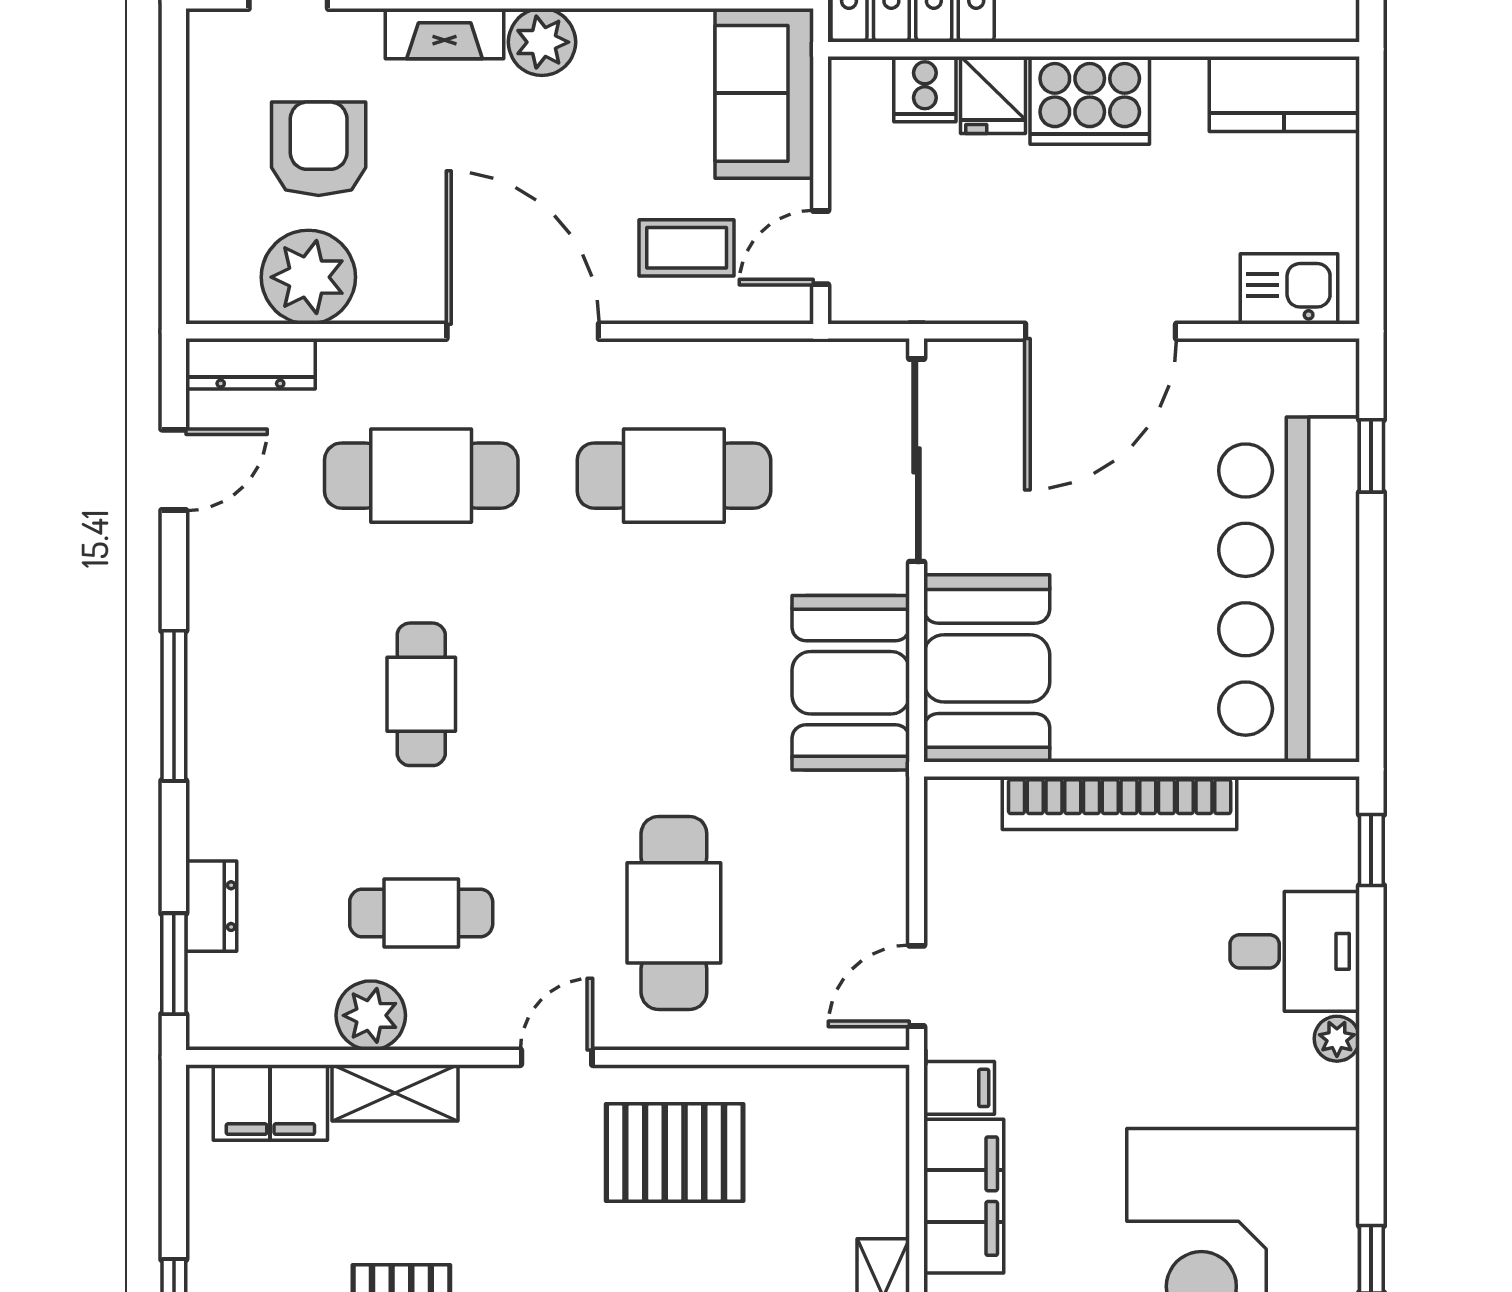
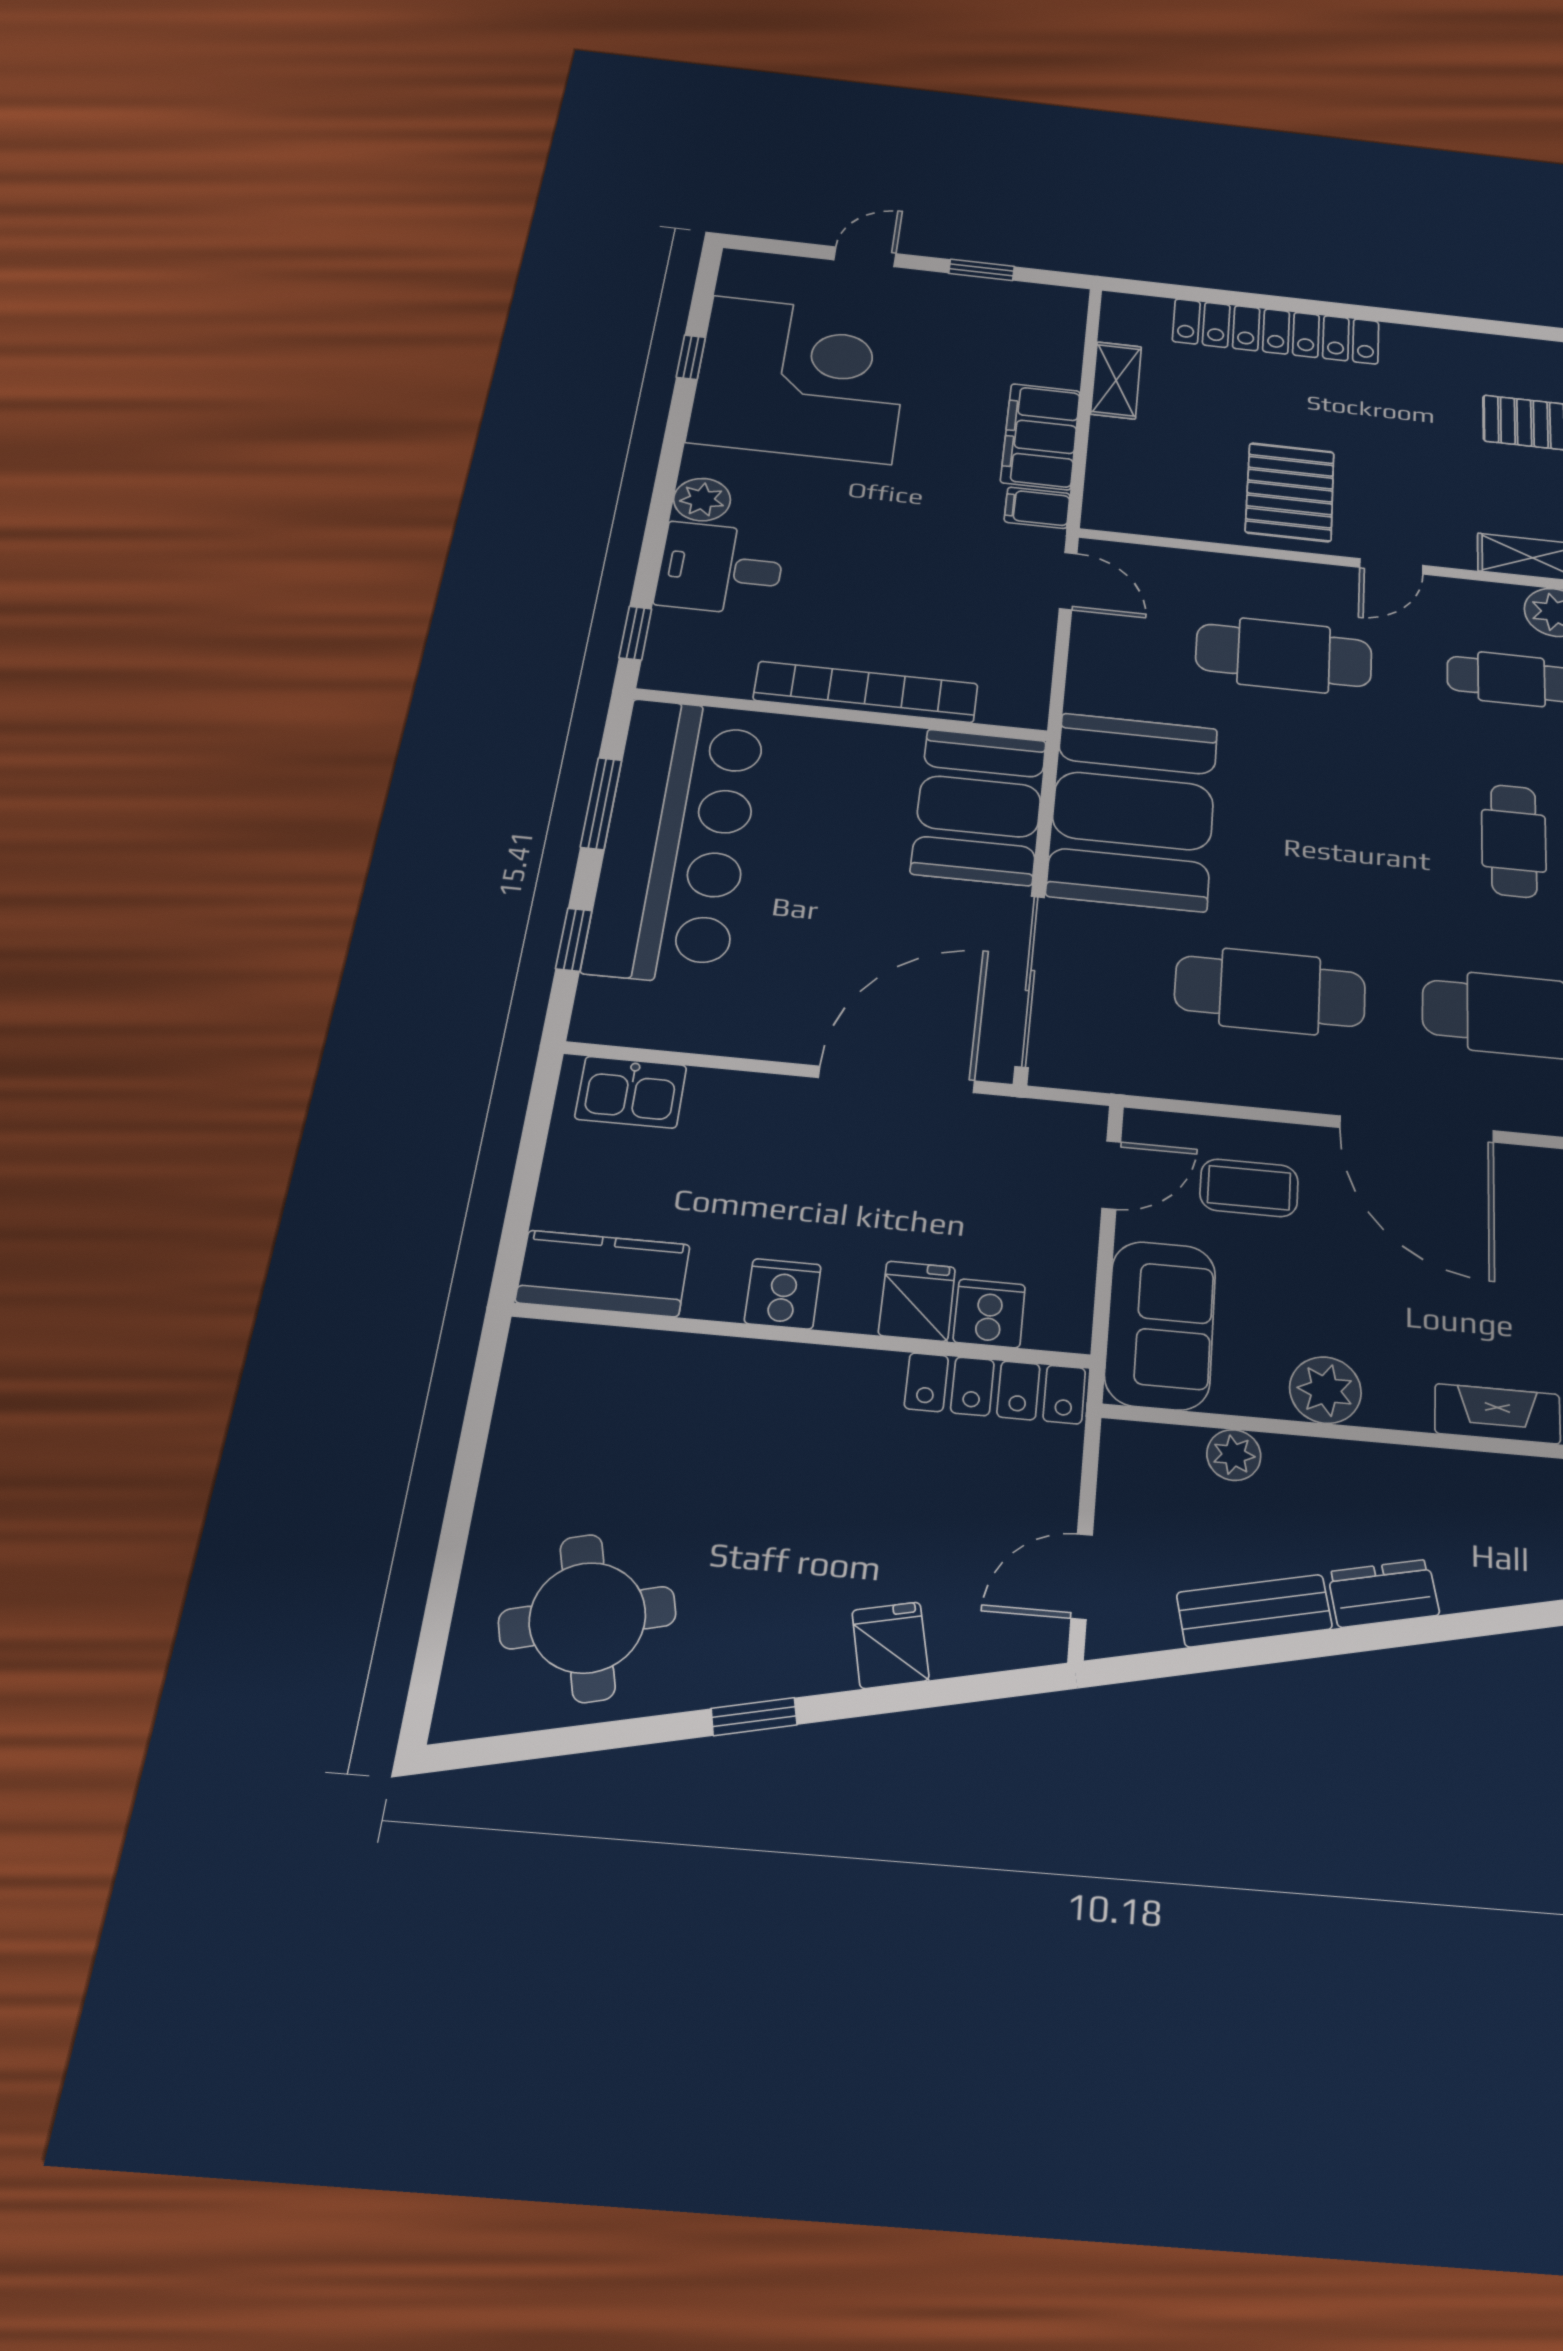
plant: (542, 42) -> (1325, 1390), moved
cooker: (1090, 100) -> (783, 1294), width x0.53, depth x0.76
door: (1101, 331) -> (897, 1079), moved
window: (1371, 624) -> (601, 803), added
booth: (851, 683) -> (1133, 811), width x1.36, depth x1.42
cafe table: (674, 913) -> (1284, 655), turned 90
door: (917, 986) -> (1068, 581), hinge flipped
plant: (1337, 1039) -> (702, 500), width x1.38, depth x1.38
pallet: (675, 1153) -> (1290, 492), turned 90

